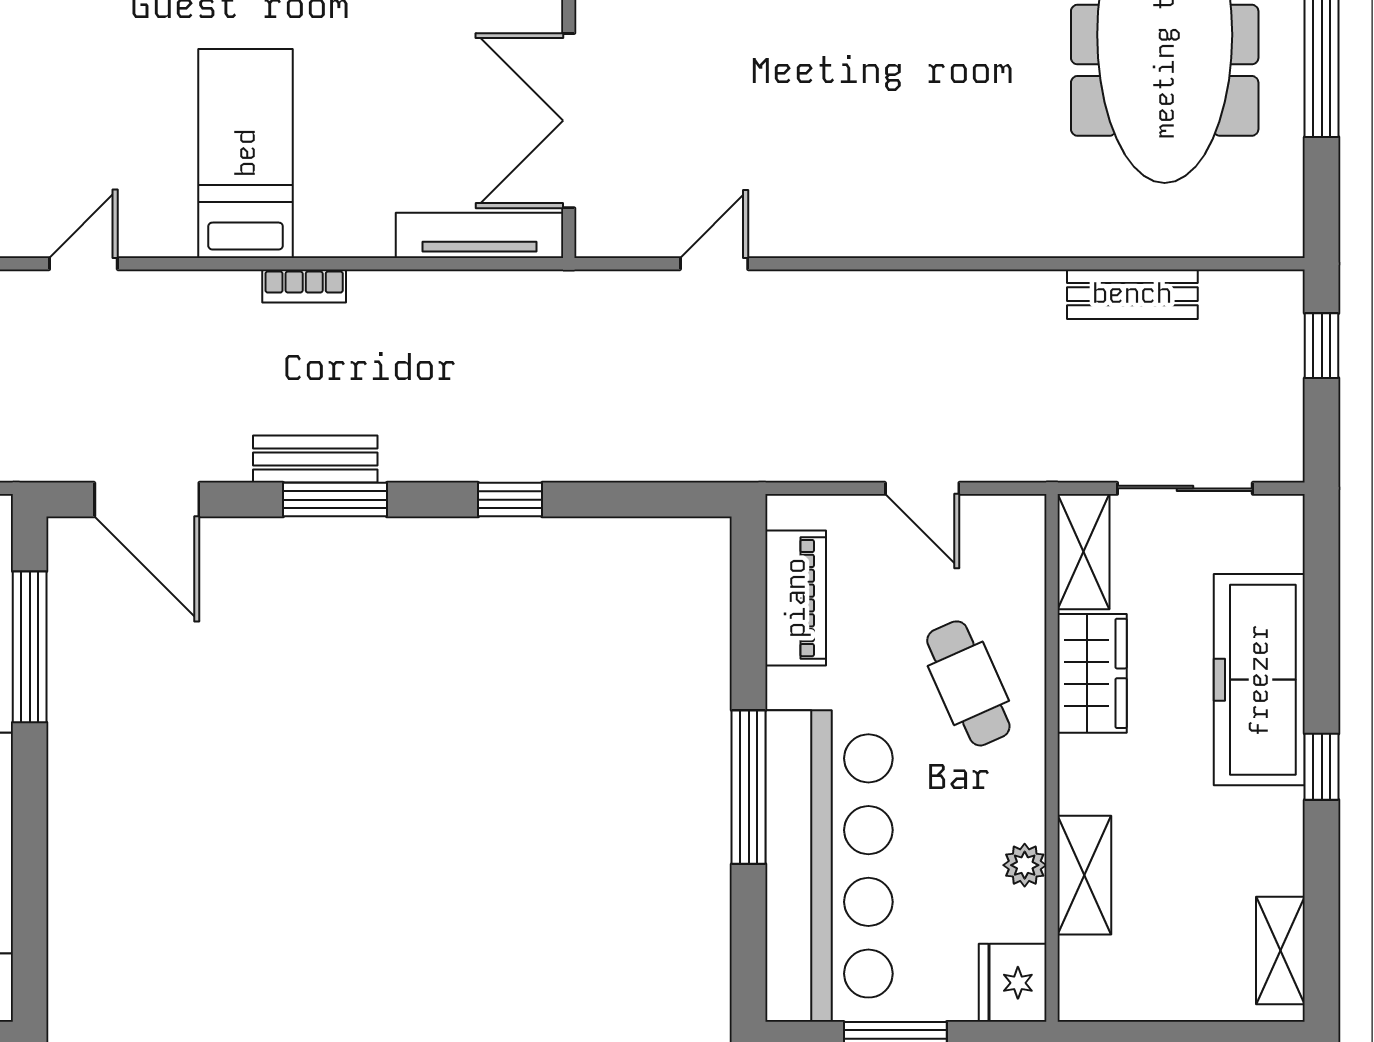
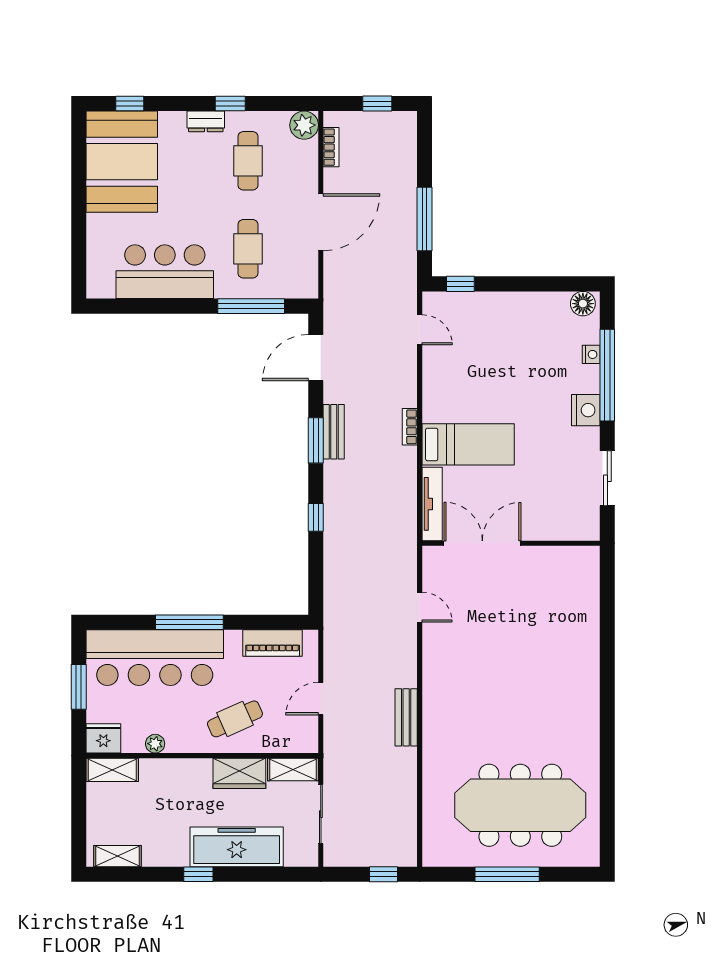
bed: (246, 153) -> (468, 444), moved
bench: (1132, 294) -> (406, 717), moved
shelving: (1084, 875) -> (112, 770), moved

